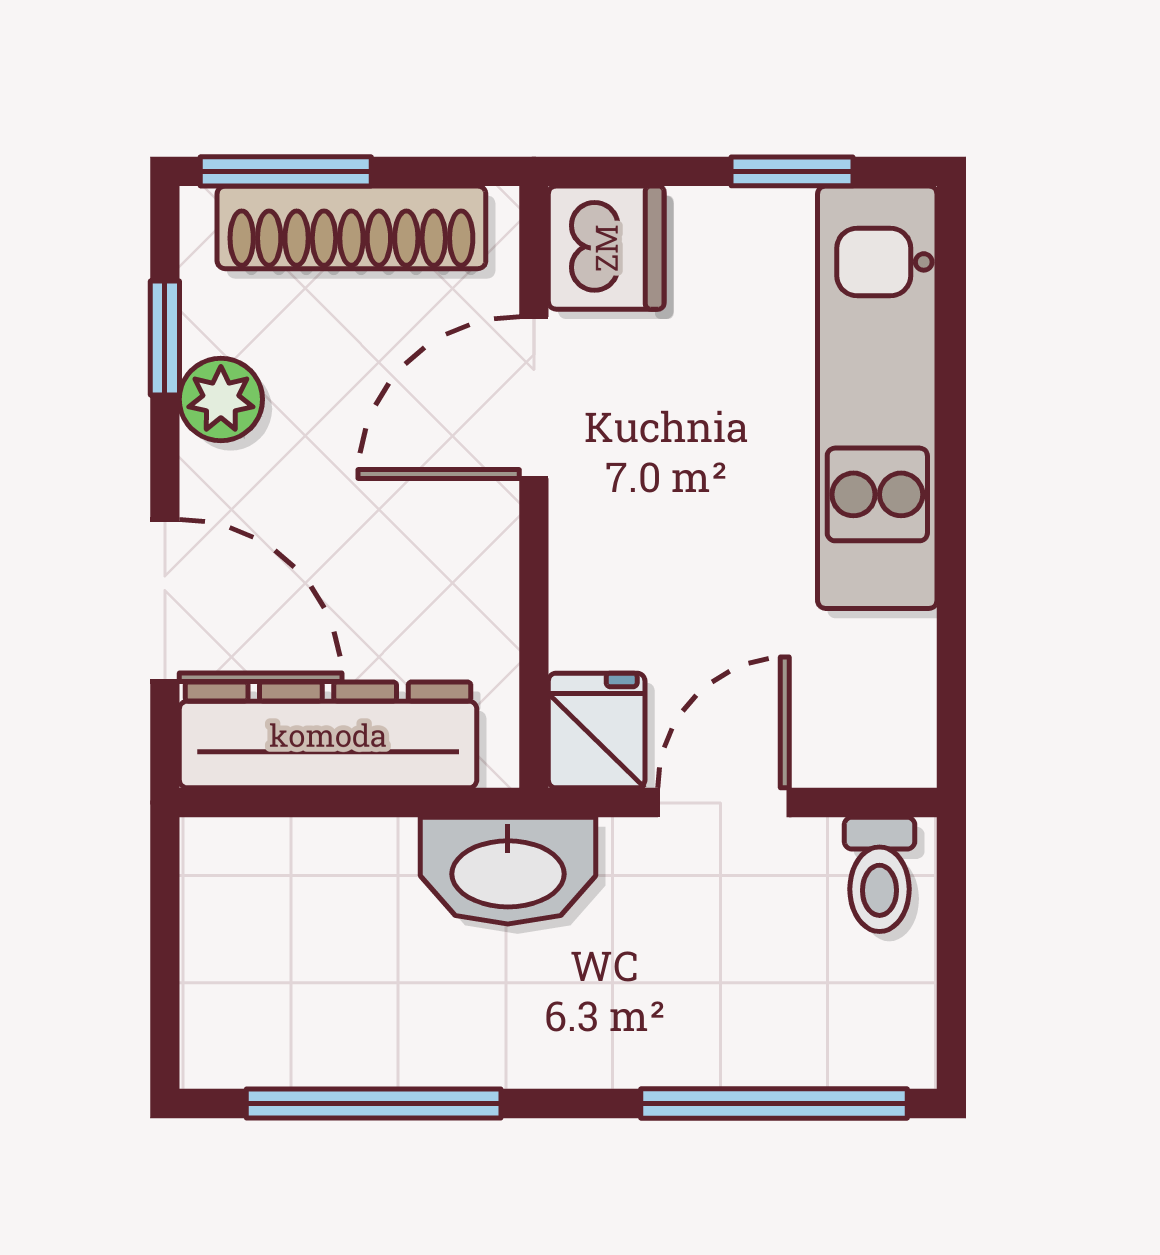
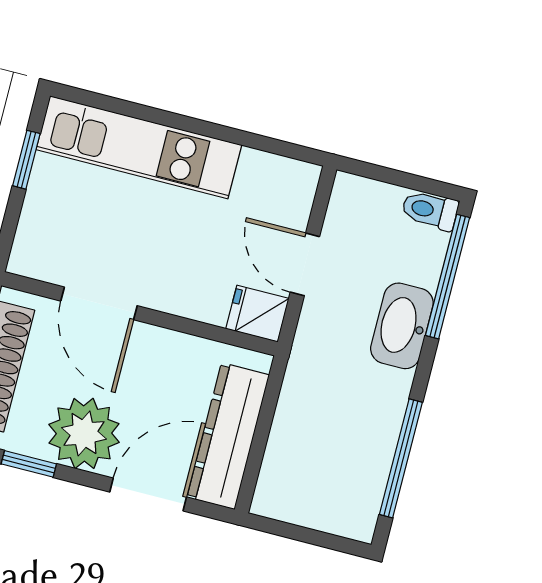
dishwasher: (606, 248) -> (39, 253), removed
plant: (221, 399) -> (84, 433), width x1.88, depth x1.88
washbasin: (508, 871) -> (402, 326), moved, turned 180
toilet: (880, 874) -> (430, 210), moved, turned 180

